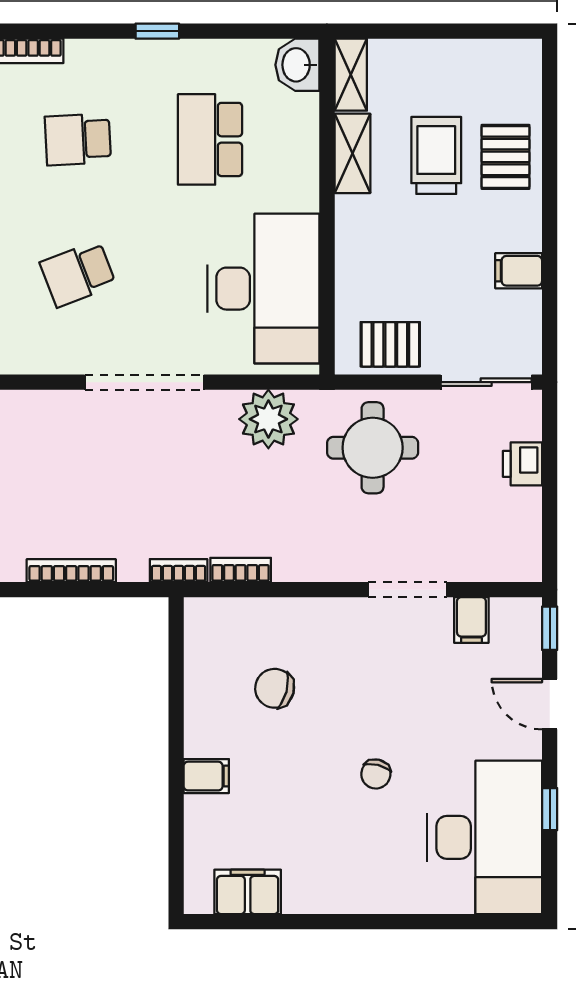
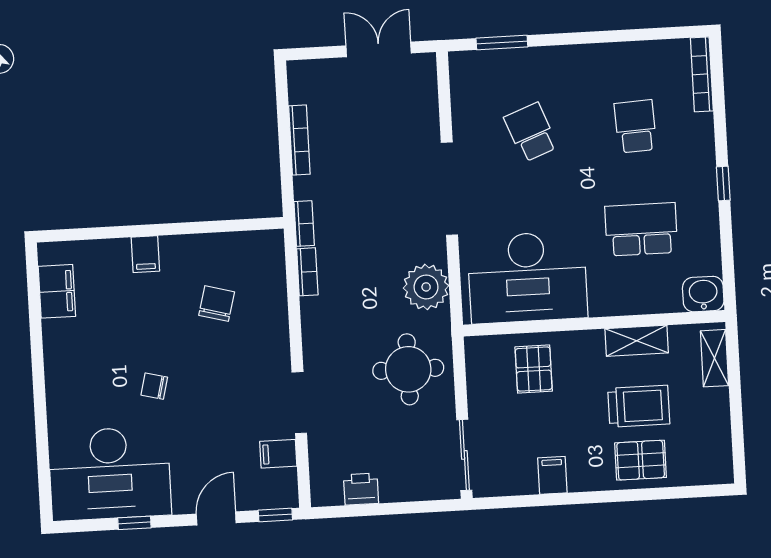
shelving: (351, 75) -> (715, 358), moved, turned 90
pallet: (390, 344) -> (534, 369), moved
printer: (522, 464) -> (361, 489), moved

